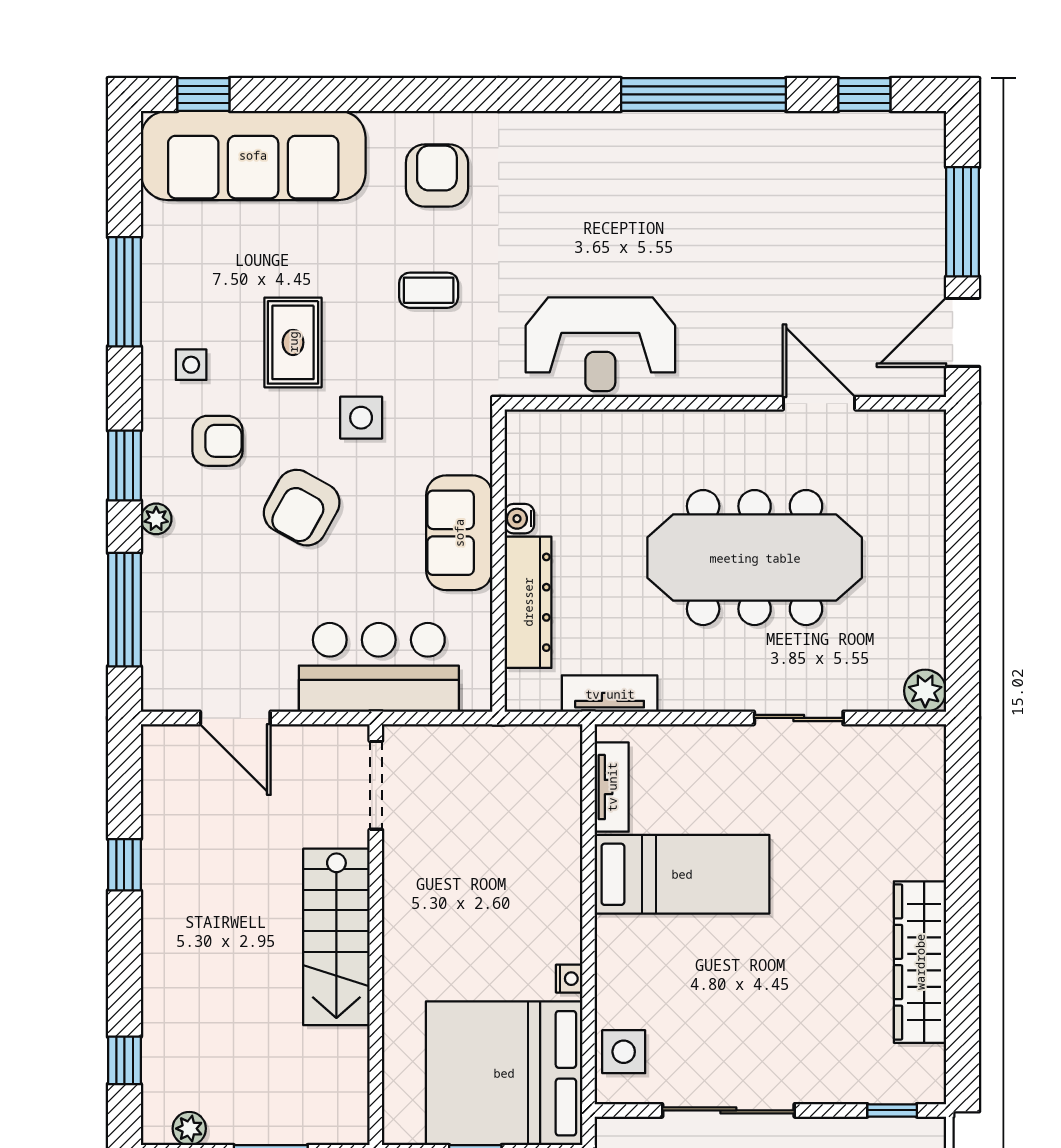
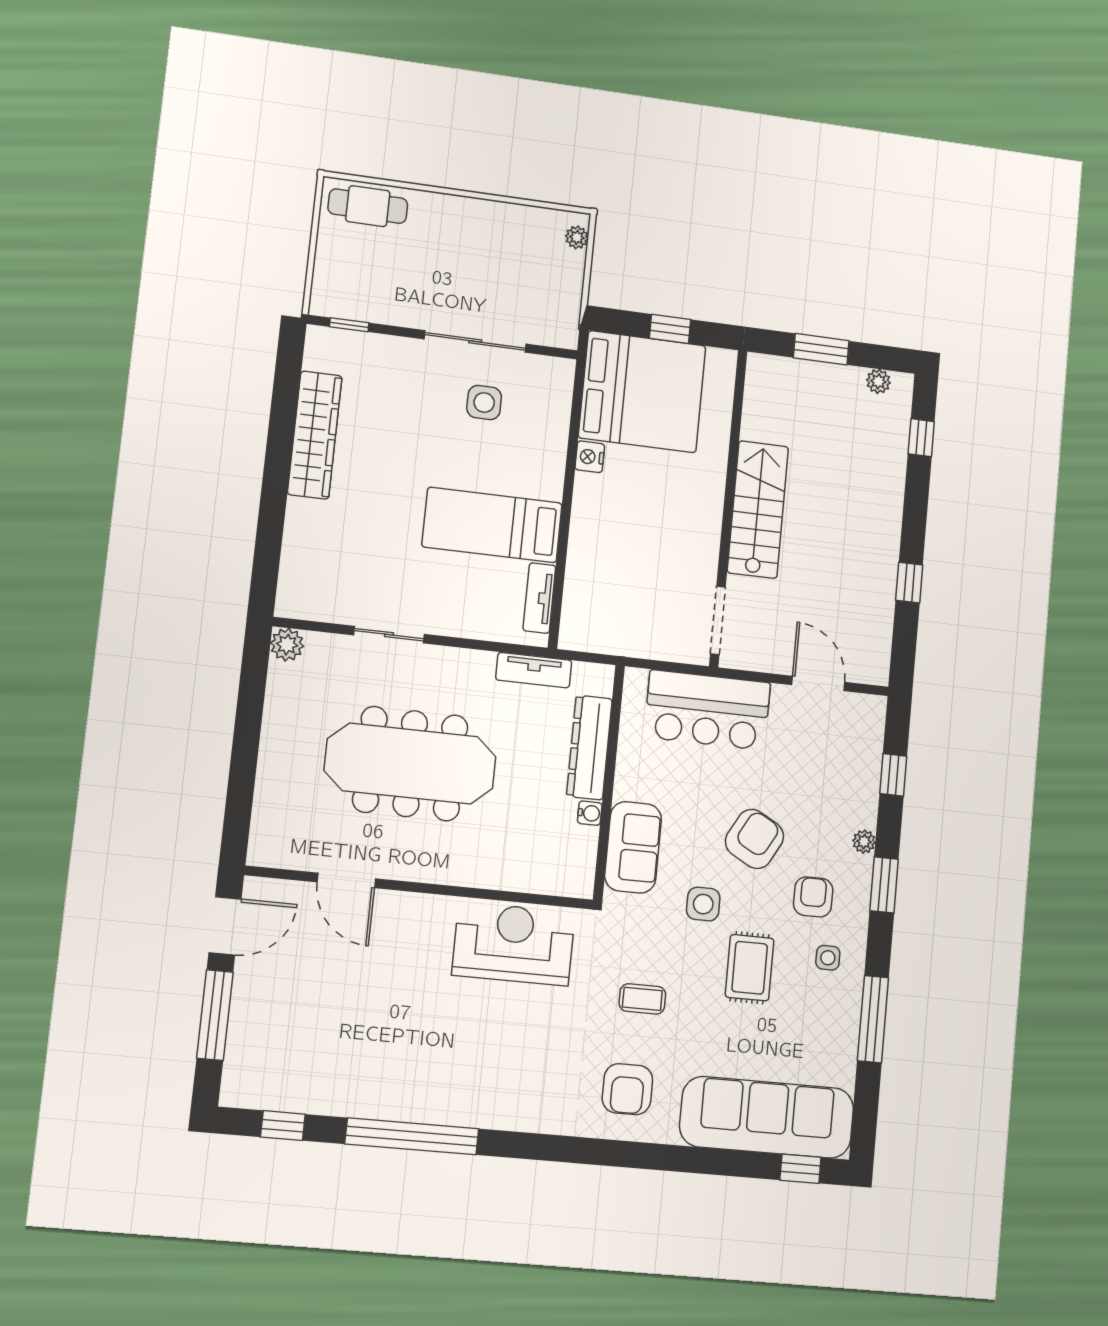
armchair: (217, 441) -> (813, 897), turned 90
sofa: (459, 533) -> (633, 847), moved
window: (124, 610) -> (893, 775), width x0.46
nightstand: (569, 979) -> (590, 457), width x1.39, depth x1.35
side table: (624, 1052) -> (484, 402), moved

